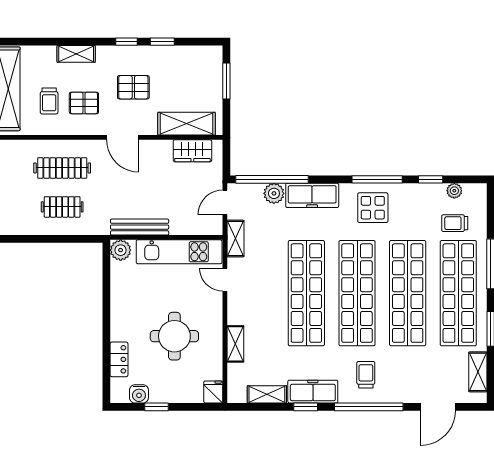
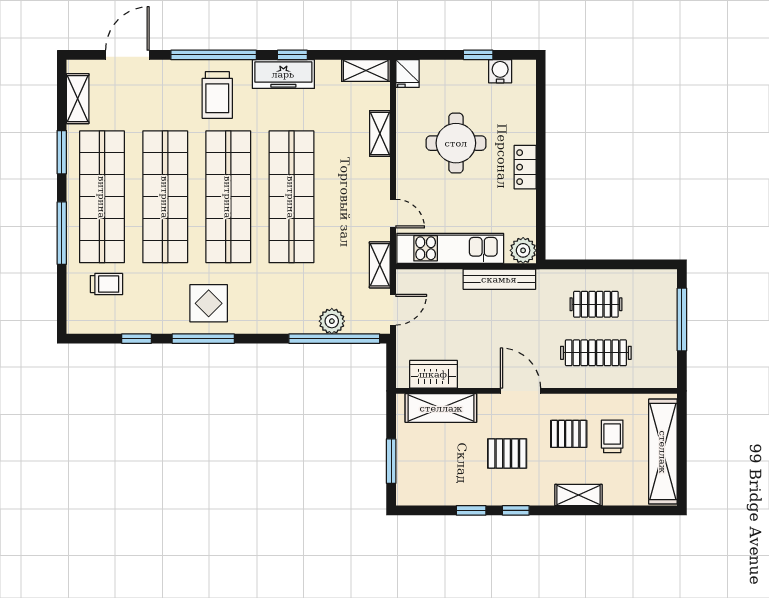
plant: (454, 191) -> (107, 324), removed
freezer: (312, 195) -> (284, 319), removed
locker: (119, 359) -> (525, 167), moved
trolley: (366, 375) -> (217, 95), width x1.36, depth x1.39
shelving: (267, 394) -> (366, 71), moved

